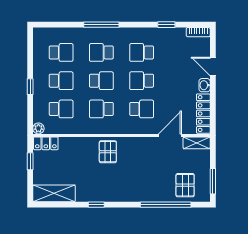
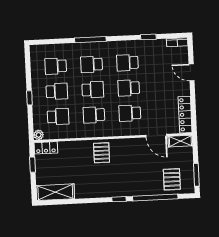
school desk: (61, 52) -> (56, 66), turned 180
washbasin: (205, 85) -> (185, 89), removed
school desk: (142, 109) -> (130, 113), turned 180
door: (170, 135) -> (156, 136), swing flipped
window: (96, 205) -> (119, 199), moved

